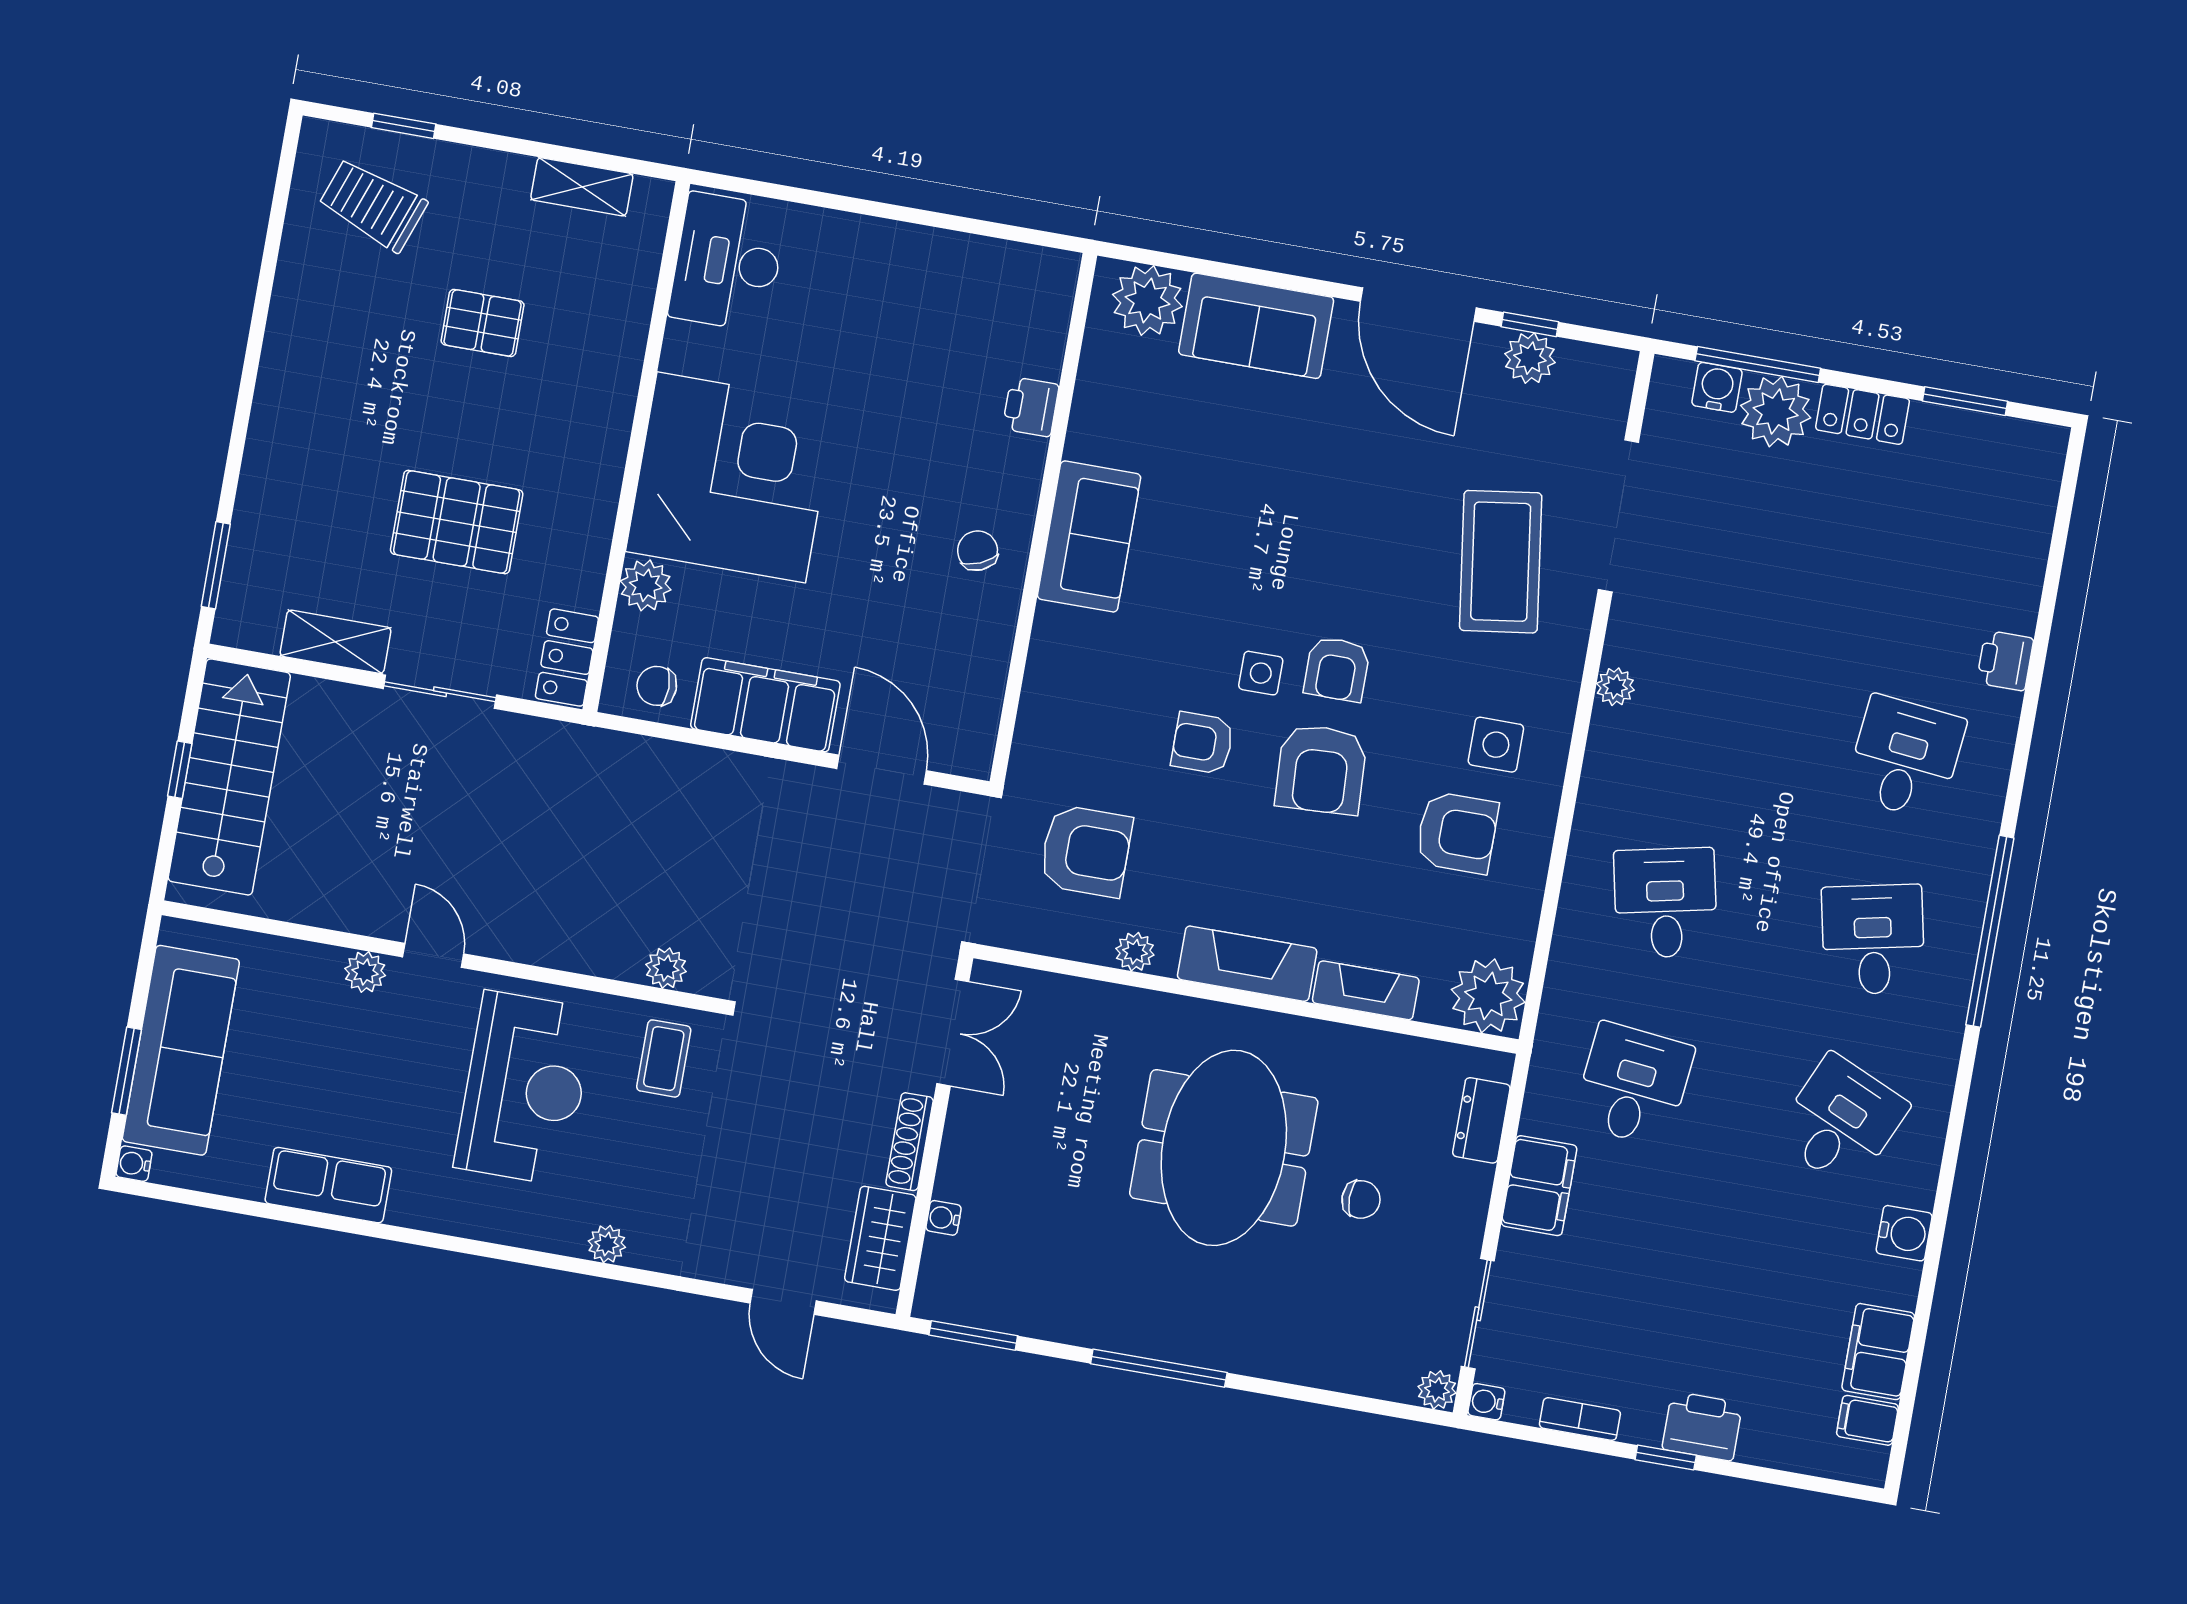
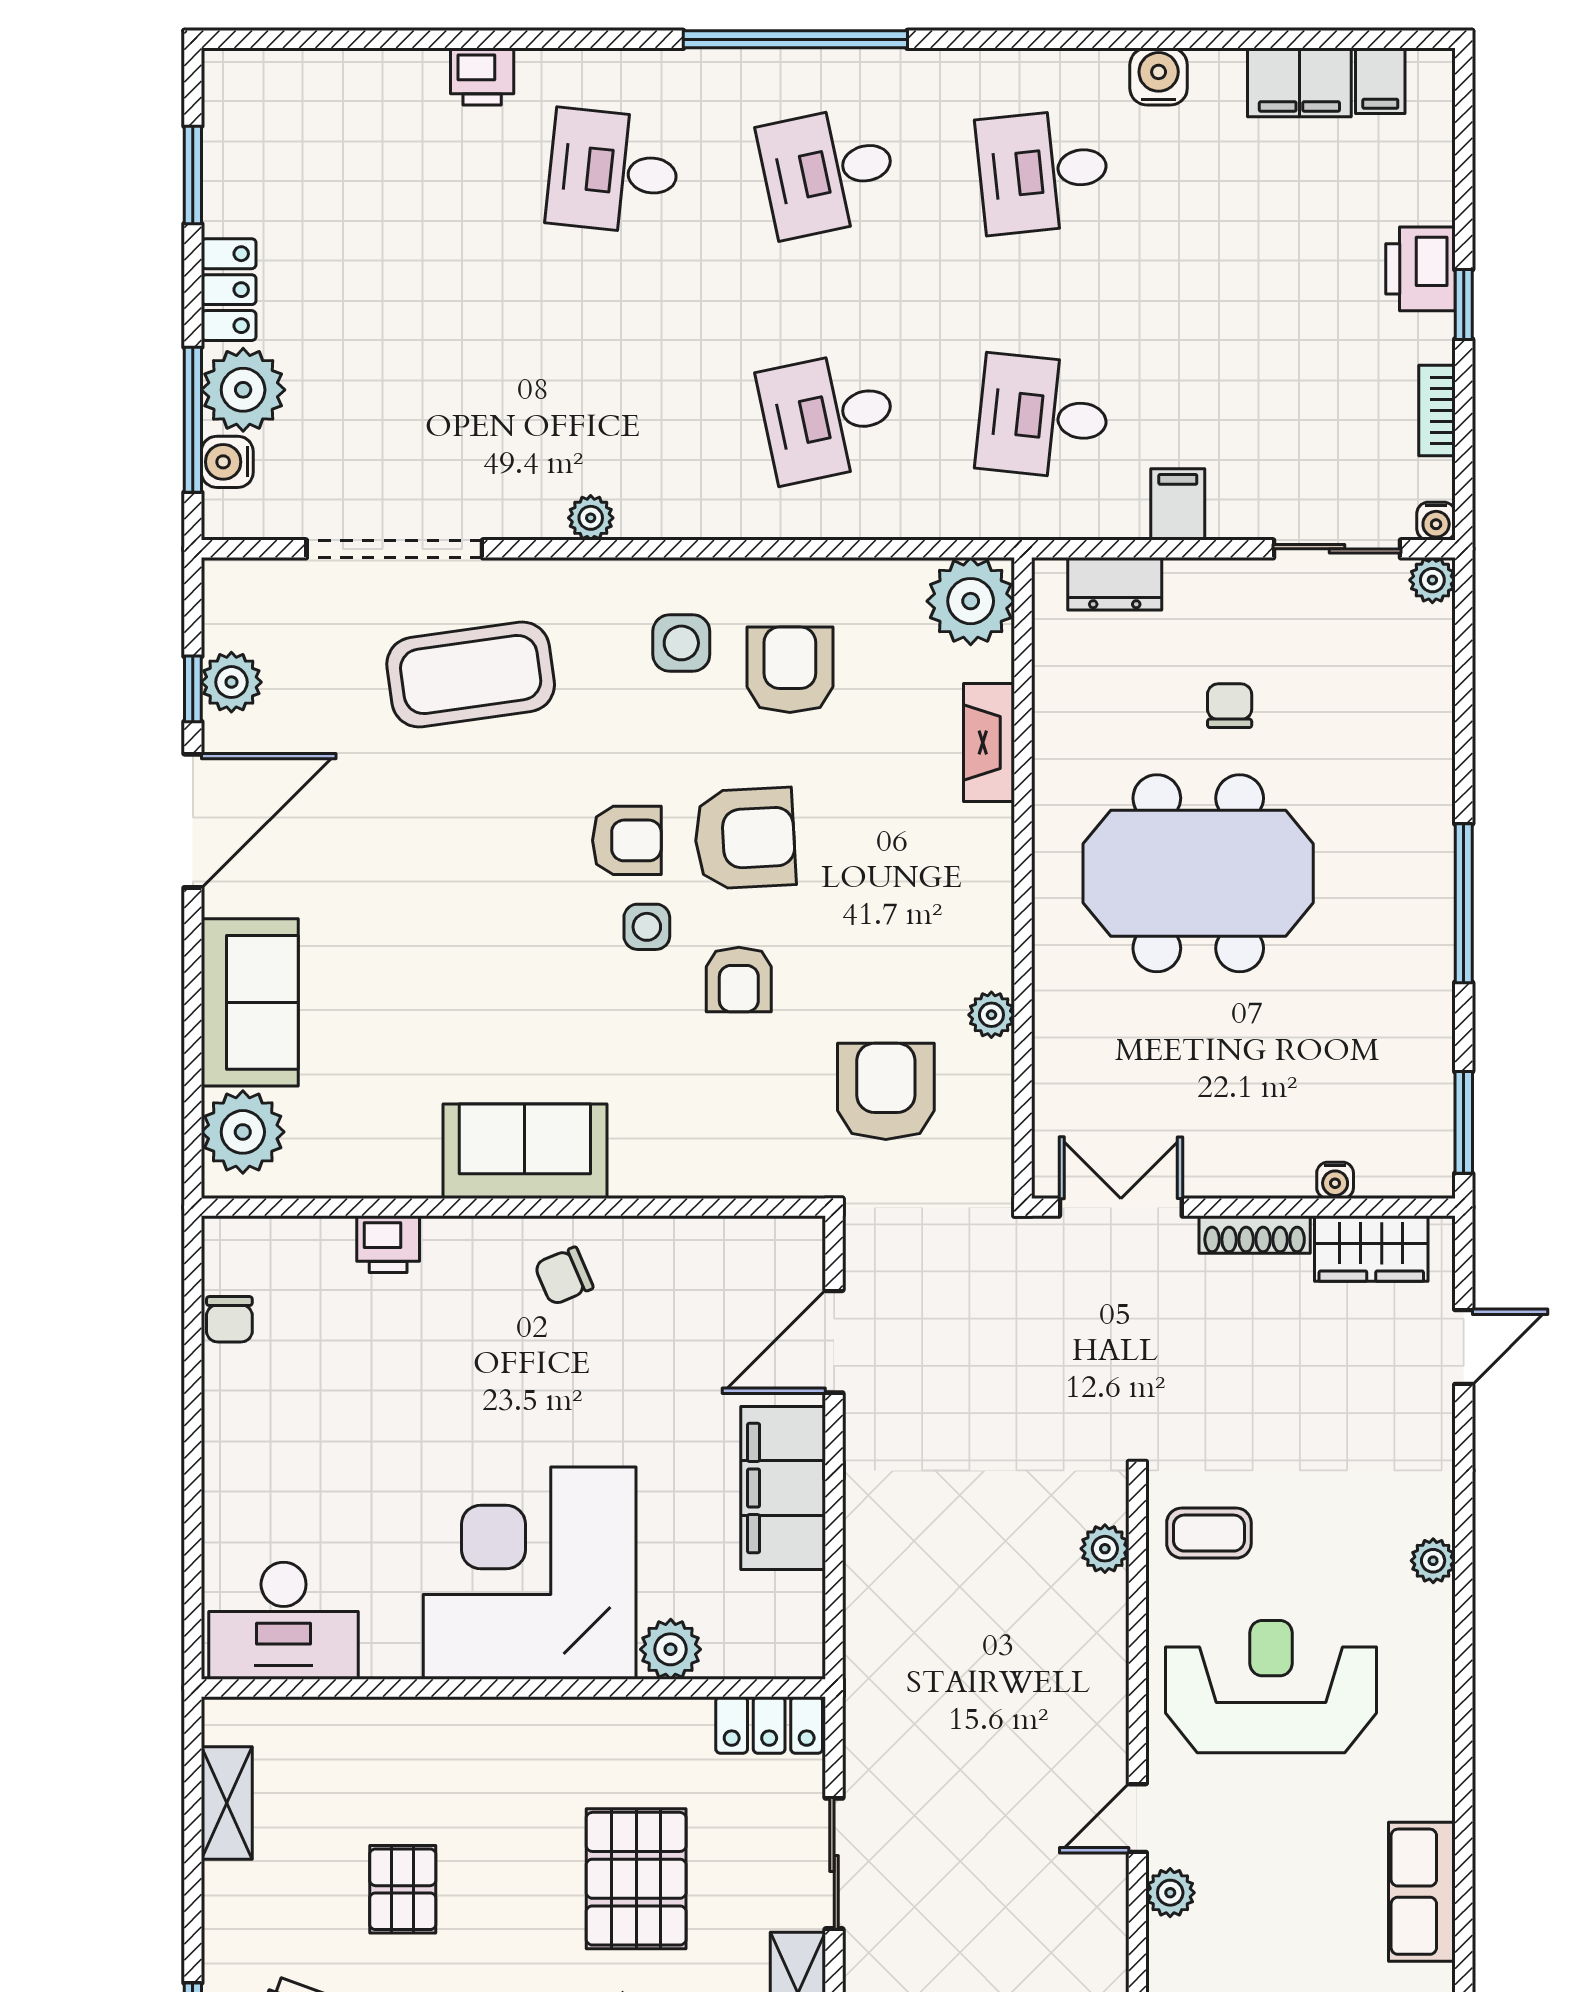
chair: (657, 686) -> (229, 1319), moved
fireplace: (1247, 964) -> (982, 884), removed
desk: (1841, 1121) -> (1043, 171), turned -30
filing cabinet: (1539, 1186) -> (1178, 504), width x0.50

